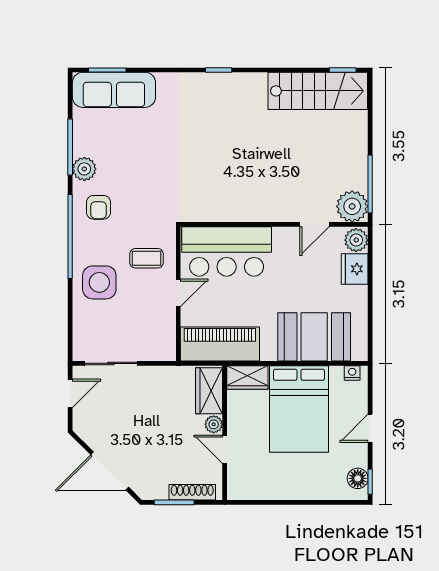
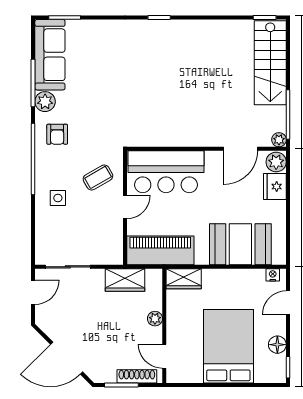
sofa: (114, 90) -> (50, 55), moved, turned -90
stairs: (318, 91) -> (270, 63), moved, turned 90
plant: (352, 206) -> (279, 140), width x0.53, depth x0.53
door: (314, 224) -> (241, 149), width x1.37
coffee table: (147, 258) -> (98, 177), turned -30
side table: (99, 282) -> (58, 198), width x0.54, depth x0.54
wardrobe: (209, 391) -> (125, 280), moved, turned -90
bed: (299, 409) -> (228, 346), moved, turned 180
door: (370, 428) -> (288, 303), moved
door: (225, 449) -> (164, 356), moved
floor lamp: (358, 478) -> (277, 345), moved

